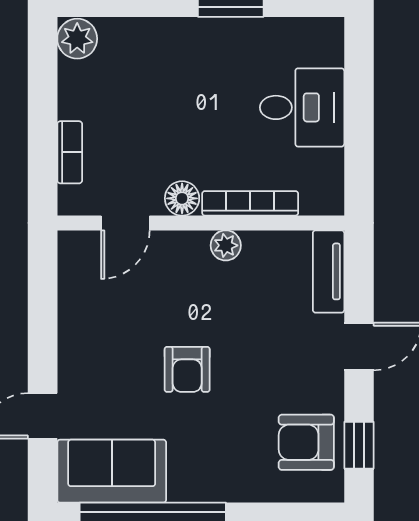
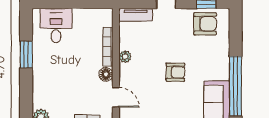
desk: (302, 107) -> (56, 26), moved
armchair: (306, 442) -> (205, 24), turned -90

